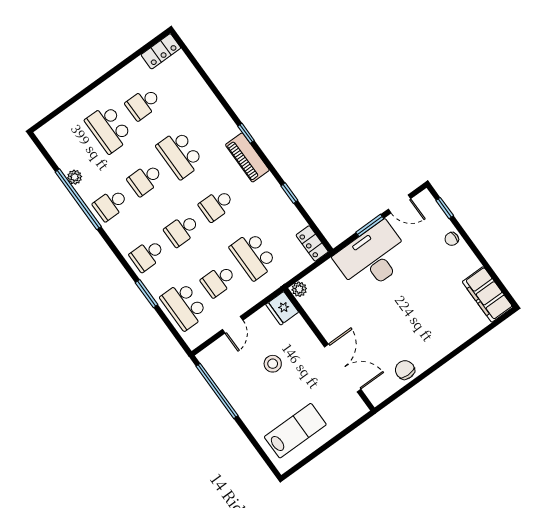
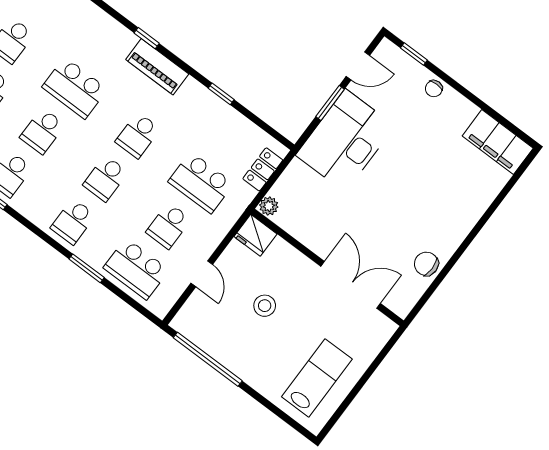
locker: (312, 243) -> (263, 169), moved, turned 90

